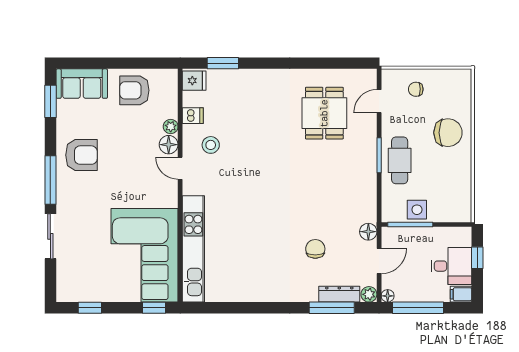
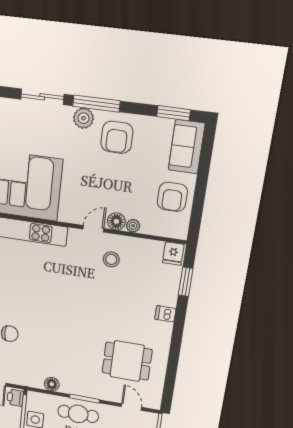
armchair: (134, 90) -> (172, 197), turned 180
dishwasher: (193, 116) -> (165, 314), moved, turned 90
plant: (67, 192) -> (83, 118), added
floor lamp: (368, 232) -> (52, 384), moved
printer: (393, 236) -> (15, 398), added

